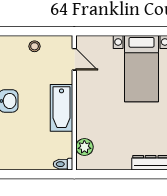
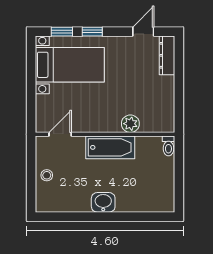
plant: (84, 147) -> (130, 124), moved

